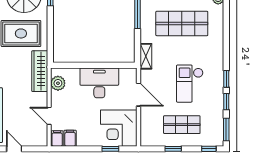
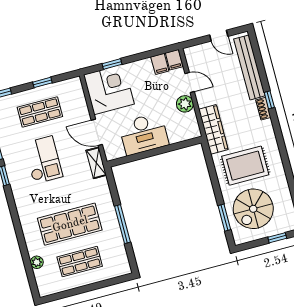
shelving: (146, 56) -> (96, 163), moved
plant: (58, 83) -> (185, 104), moved

